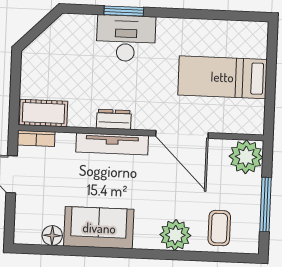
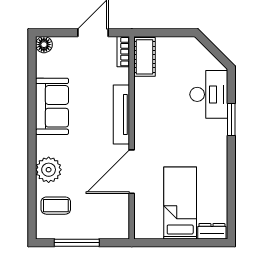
desk: (126, 38) -> (209, 94), moved
dresser: (114, 119) -> (212, 231), moved, turned -90
plant: (246, 157) -> (115, 225), removed
floor lamp: (52, 235) -> (44, 45), moved

